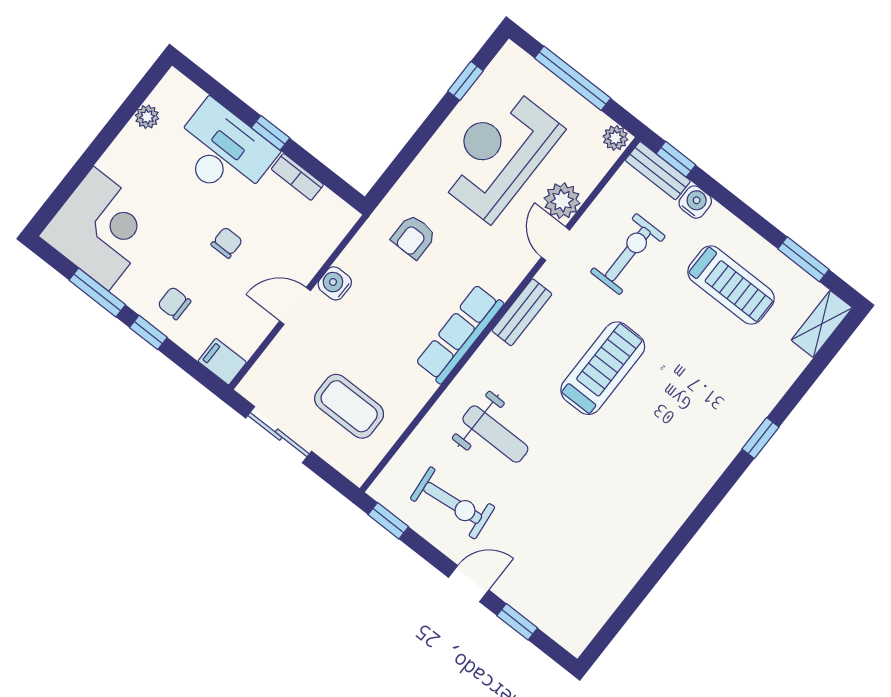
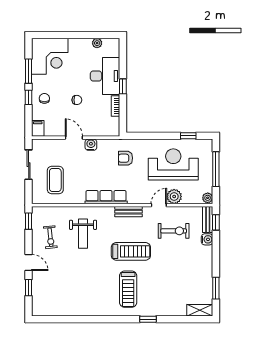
treadmill: (731, 285) -> (128, 289), moved
exercise bike: (453, 503) -> (50, 237), width x0.73, depth x0.72

